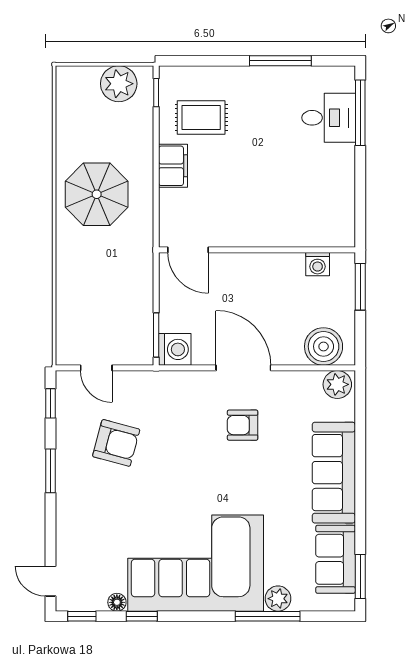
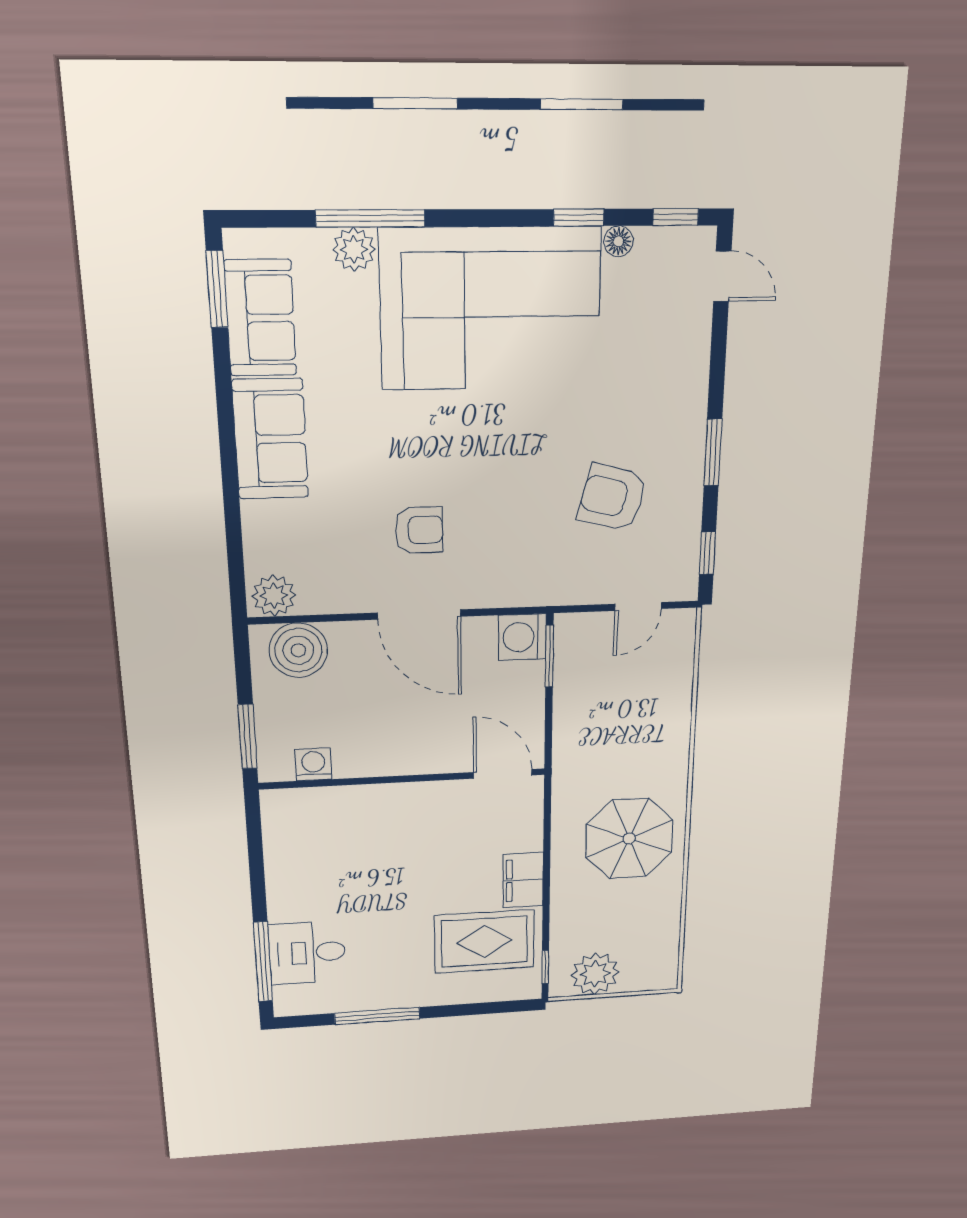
rug: (201, 117) -> (484, 942), width x1.36, depth x1.43
door: (96, 368) -> (638, 606), swing flipped
sofa: (334, 473) -> (270, 439), width x0.73

